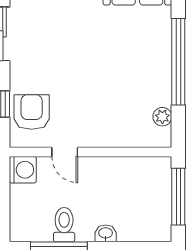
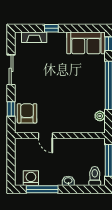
washing machine: (23, 170) -> (31, 178), moved, turned -90
toilet: (64, 225) -> (95, 176), moved

